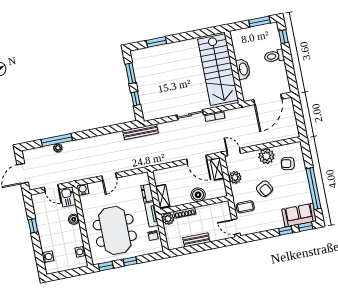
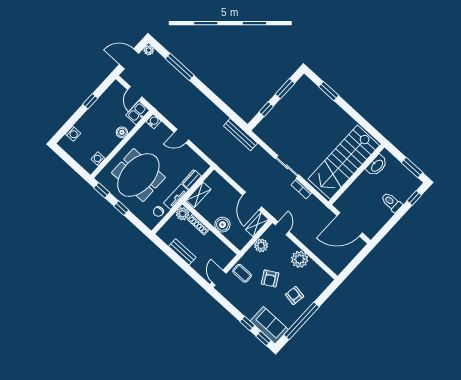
washbasin: (243, 69) -> (377, 165), moved
plant: (58, 148) -> (149, 50), moved
armchair: (288, 164) -> (295, 295), moved

